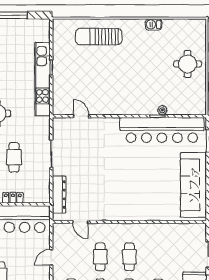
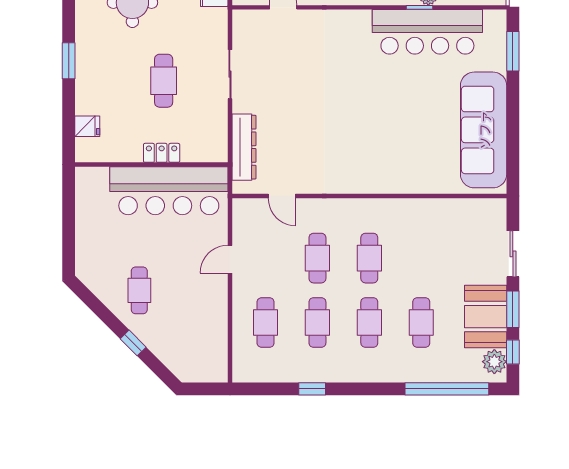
bar counter: (162, 130) -> (427, 32), width x0.73

